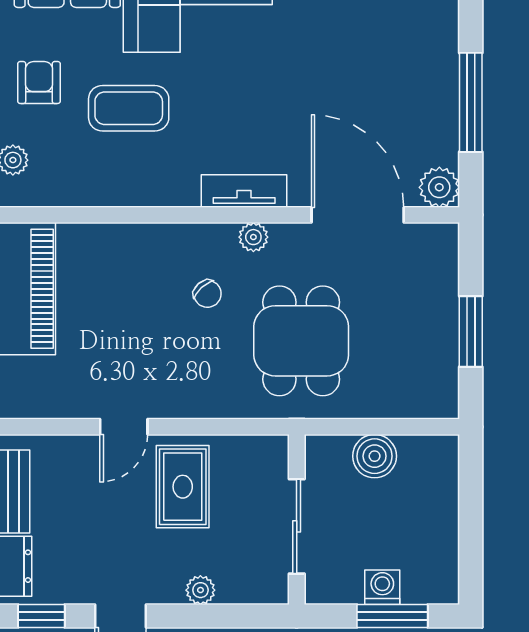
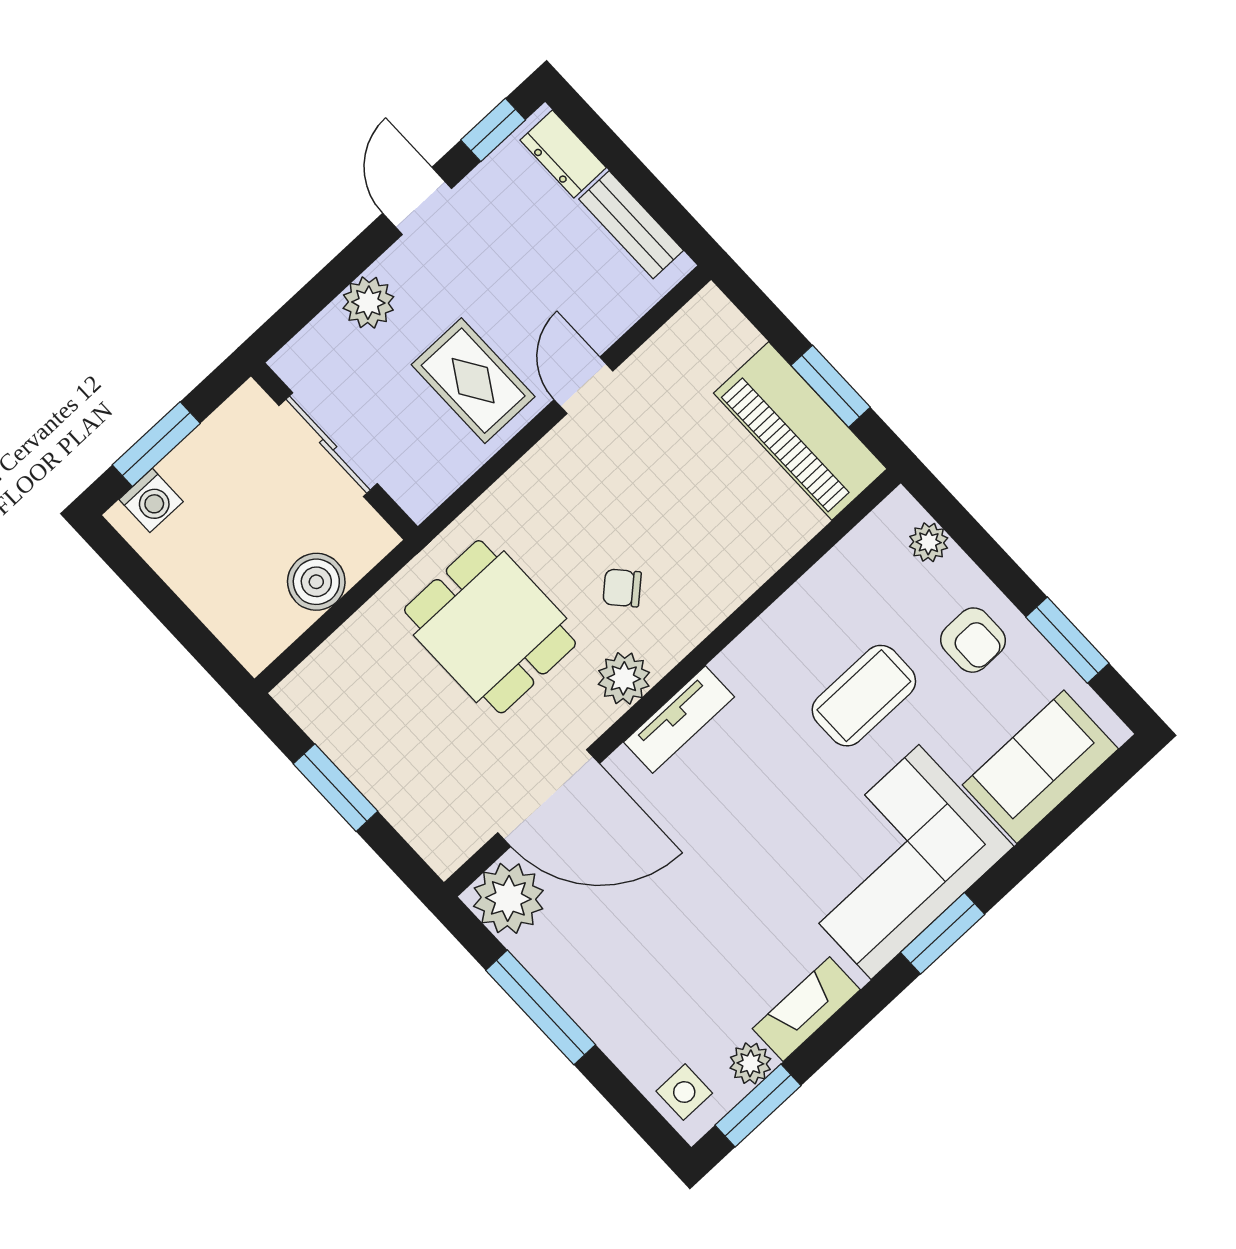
plant: (439, 187) -> (508, 898), width x1.36, depth x1.36
plant: (253, 237) -> (624, 678), width x1.38, depth x1.38
washing machine: (382, 587) -> (151, 500), moved
plant: (200, 590) -> (368, 303), width x1.38, depth x1.38

